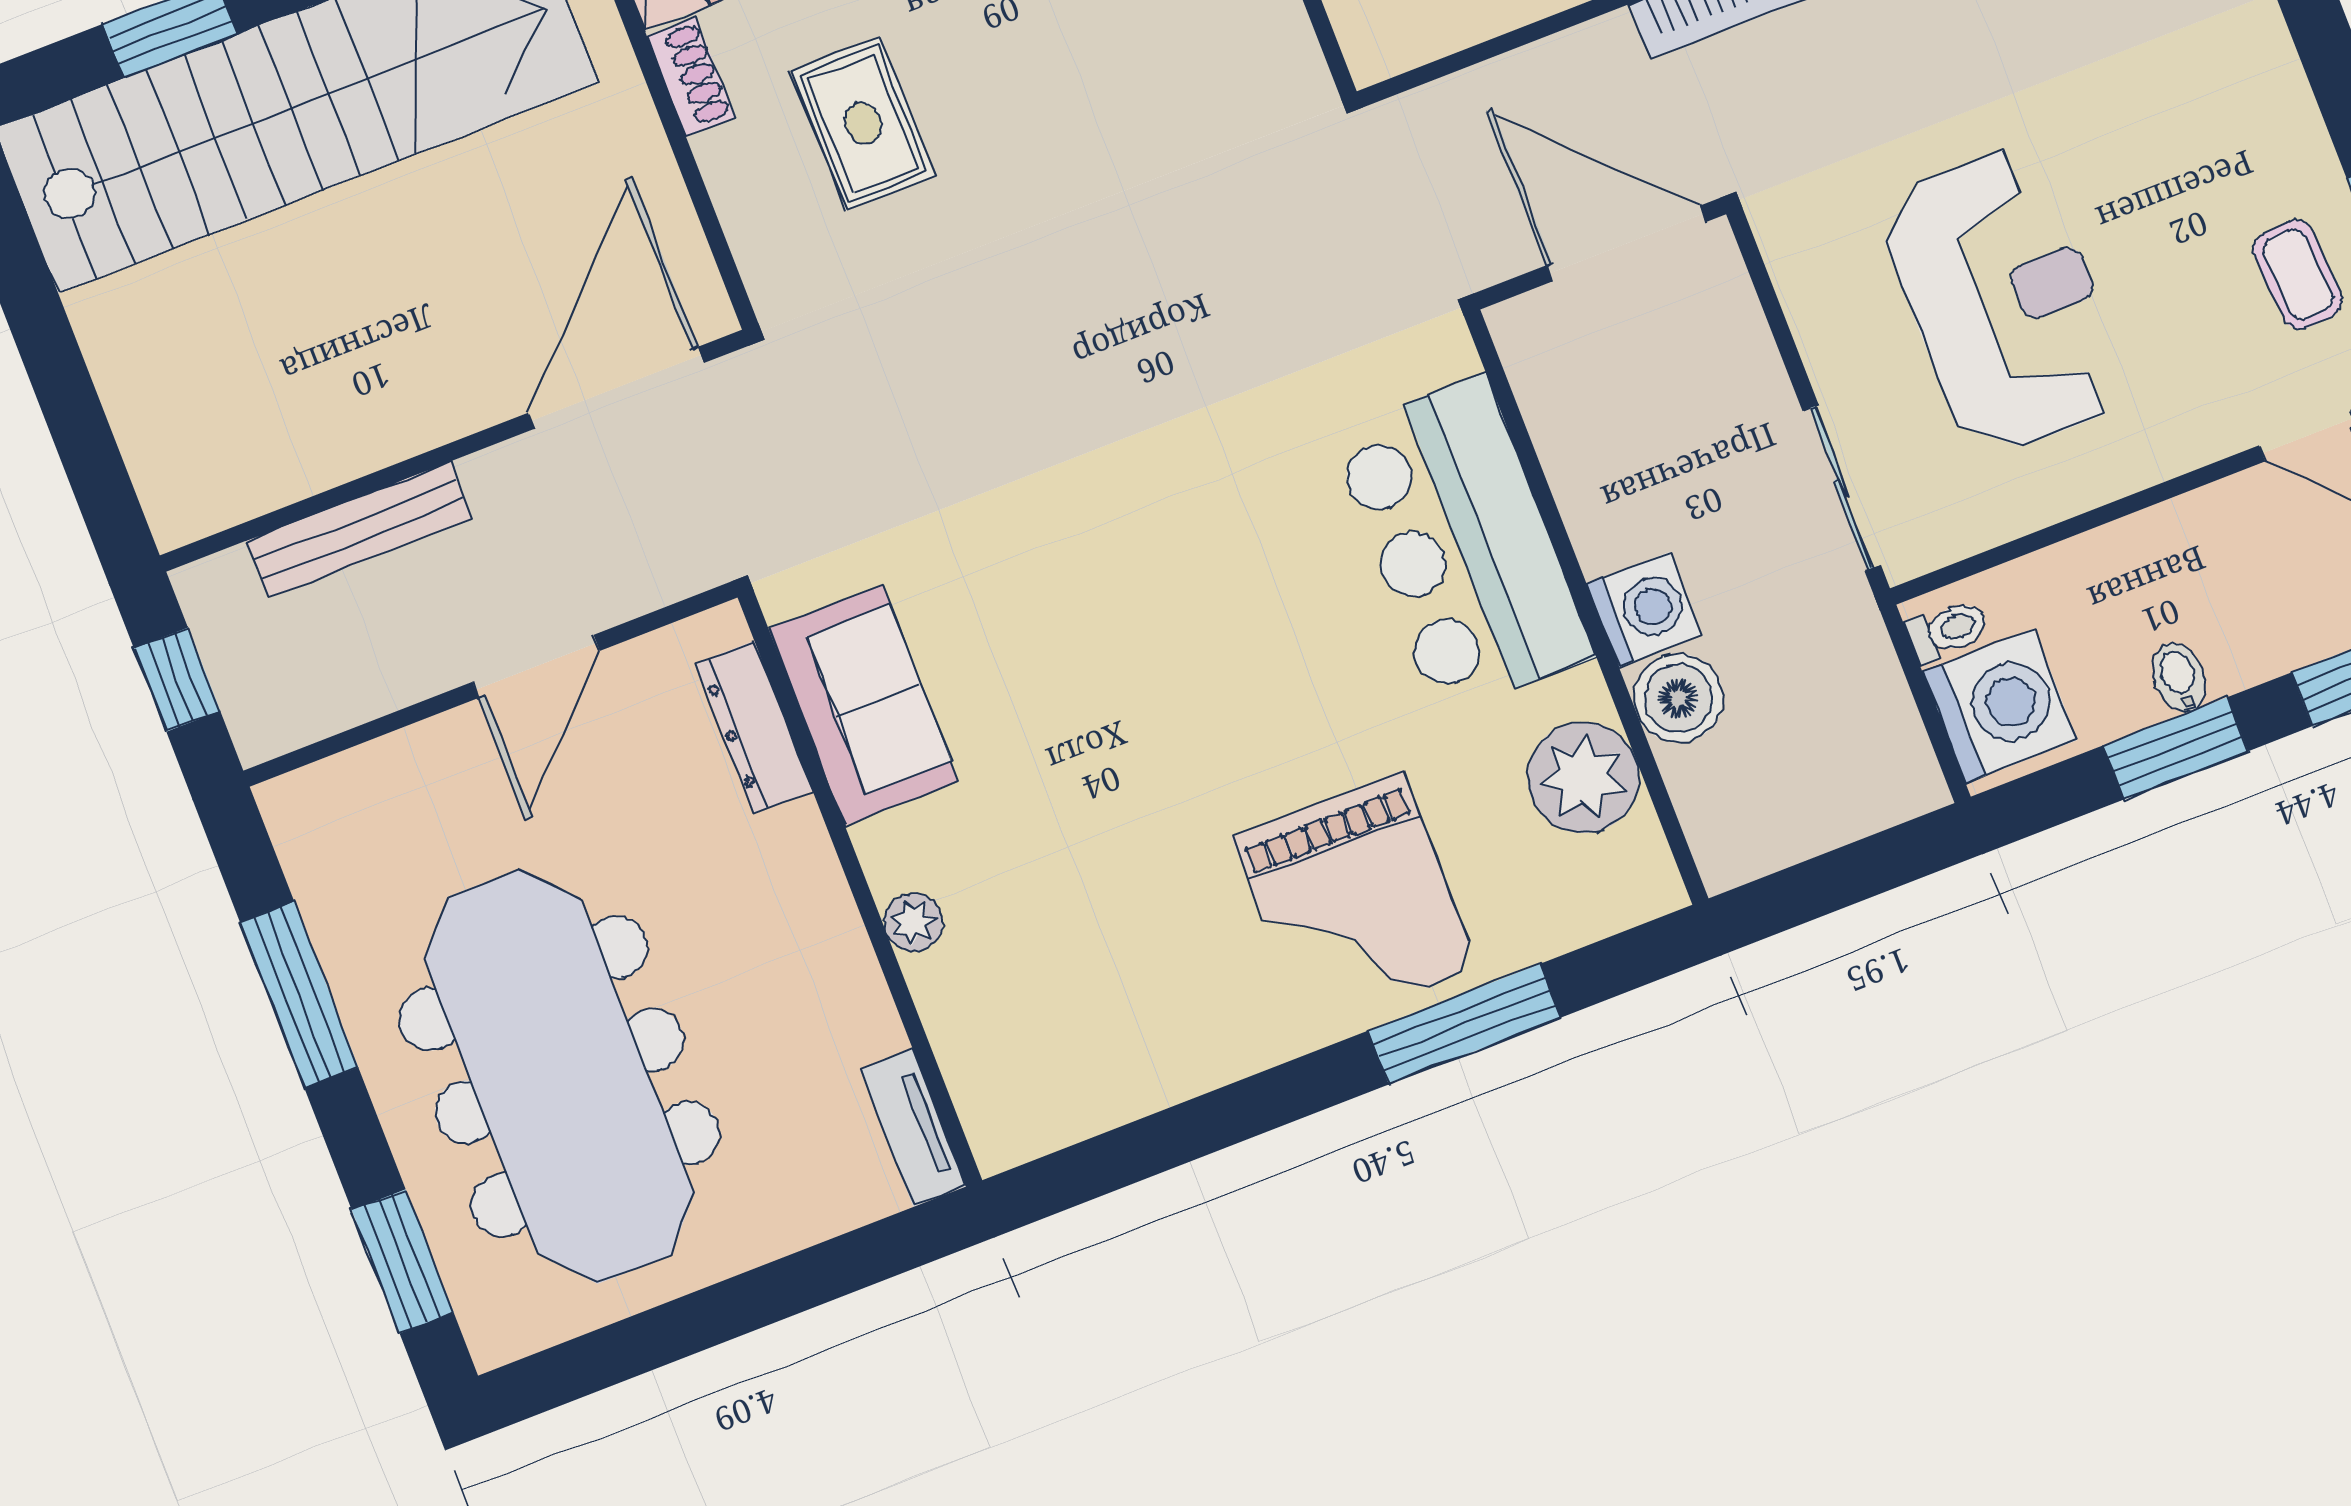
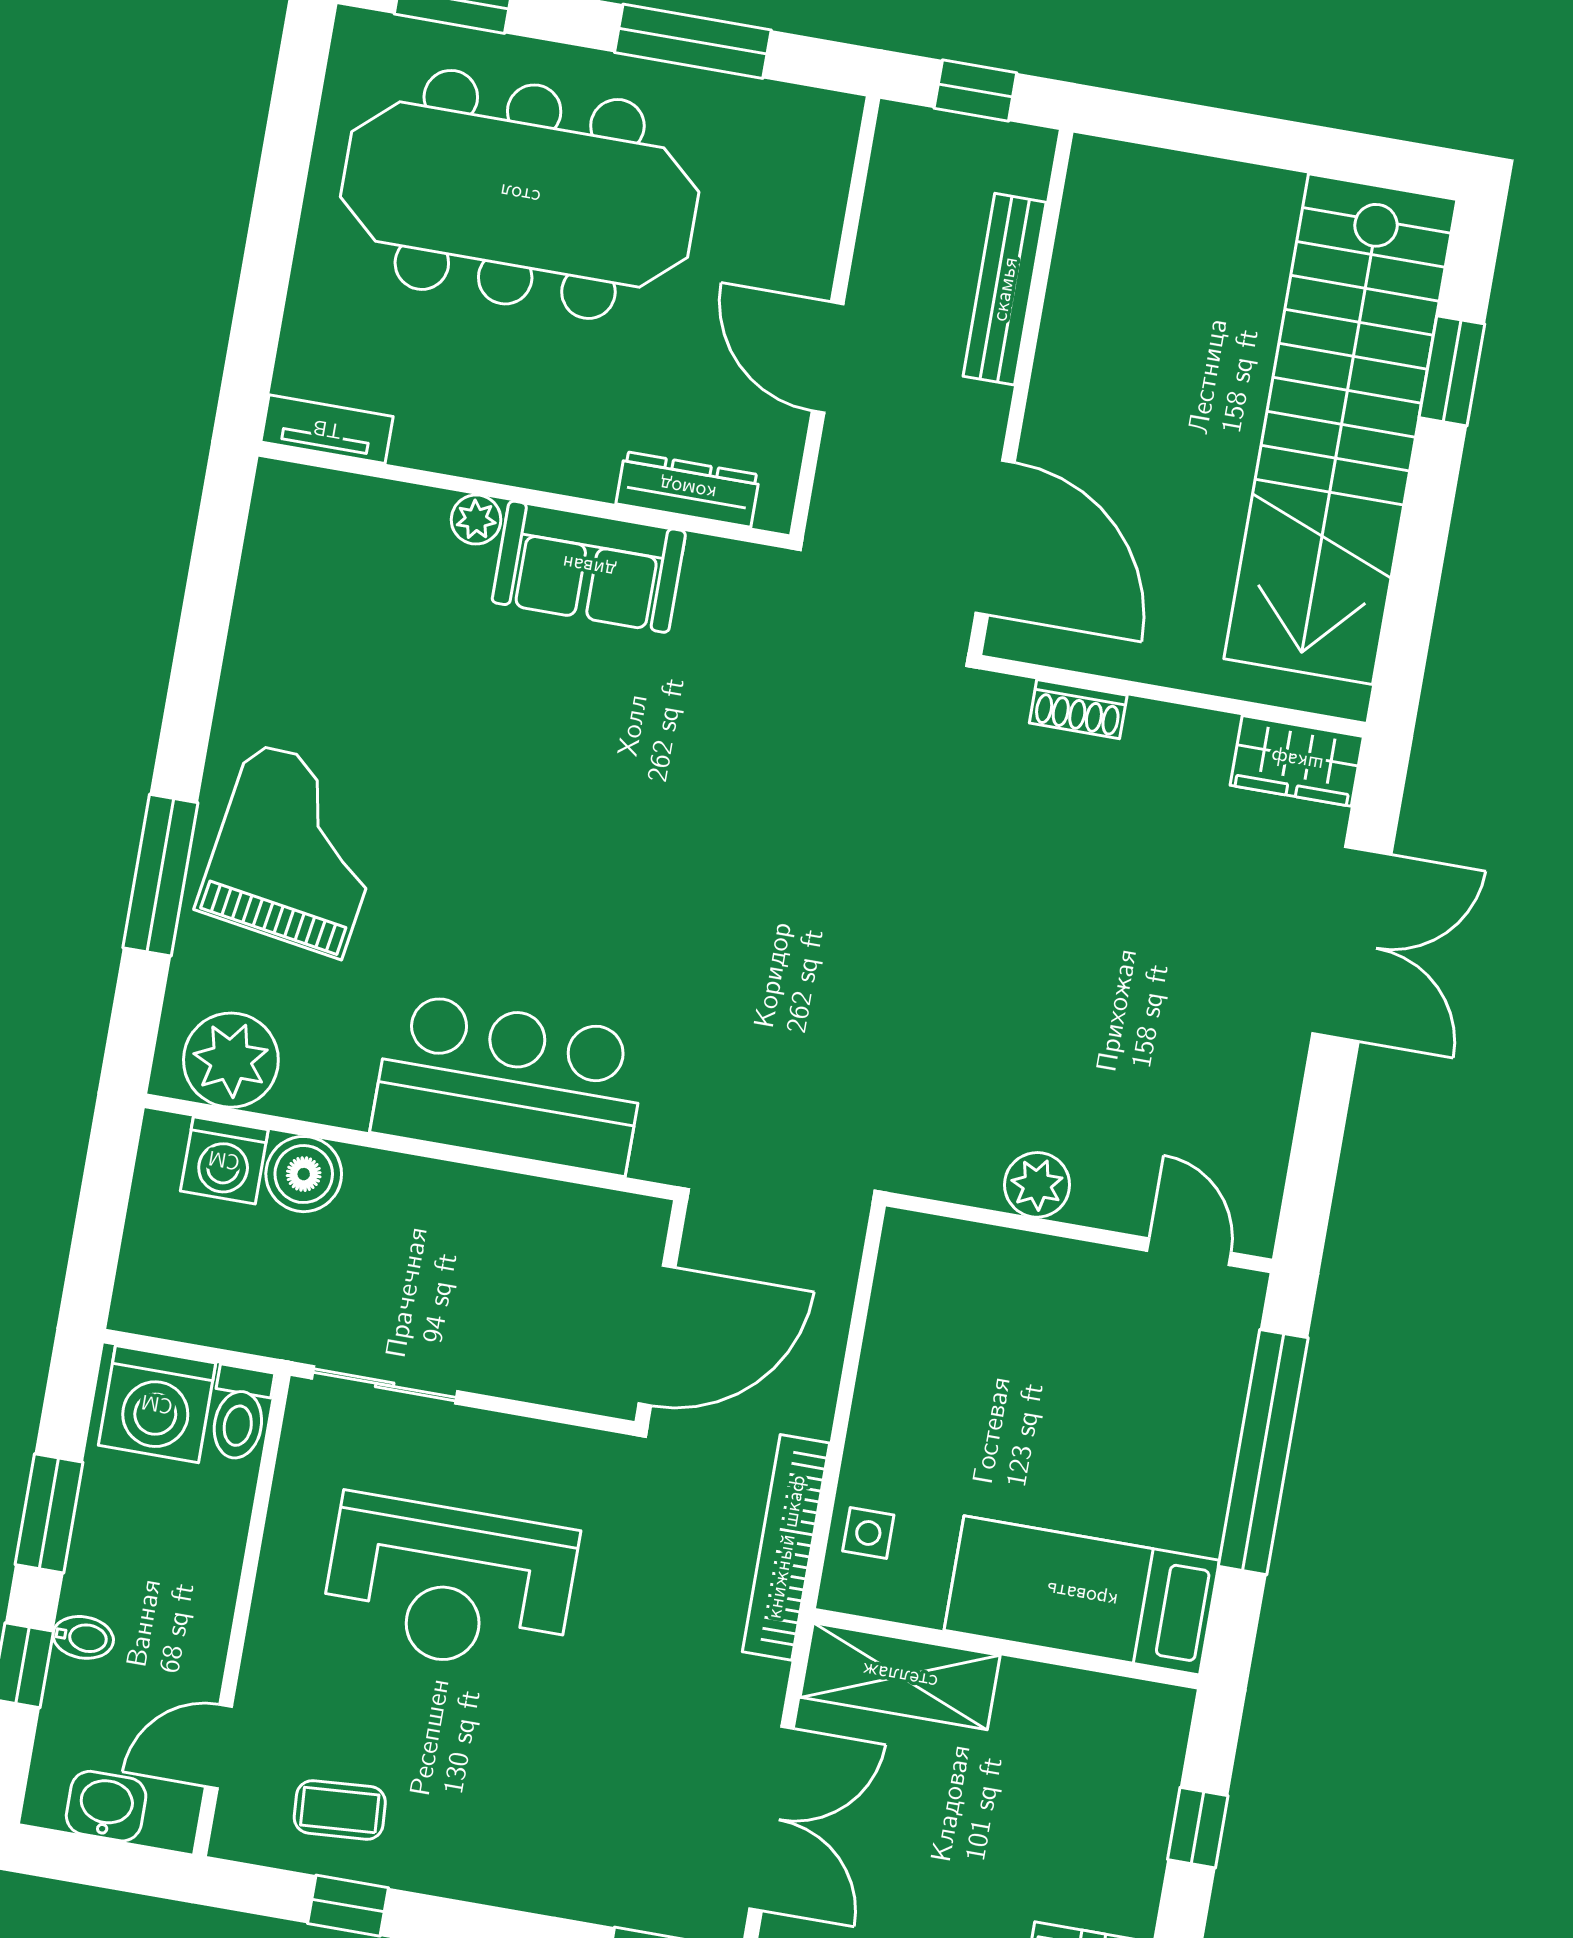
shoe rack: (691, 77) -> (1078, 709), moved
rug: (863, 124) -> (1079, 833), removed
washing machine: (1644, 610) -> (224, 1160), moved
toilet: (1948, 630) -> (240, 1413), width x1.37, depth x1.39
bidet: (2179, 678) -> (83, 1637), moved
sofa: (863, 705) -> (589, 567), moved
plant: (1583, 777) -> (231, 1060), moved
grand piano: (1355, 902) -> (297, 850), turned 99

